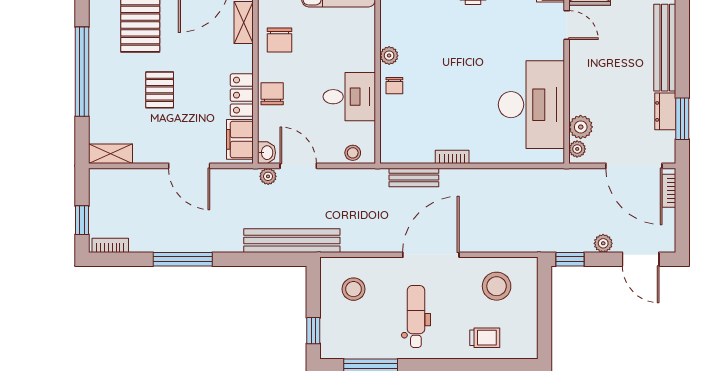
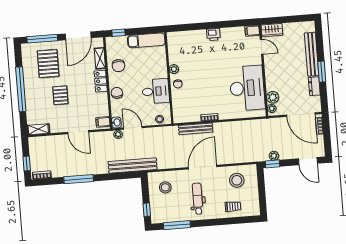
locker: (242, 95) -> (101, 81), moved
window: (682, 119) -> (322, 72), moved
filing cabinet: (240, 139) -> (103, 122), width x0.50
bench: (414, 177) -> (196, 129), width x1.36
plant: (603, 243) -> (274, 156), moved

